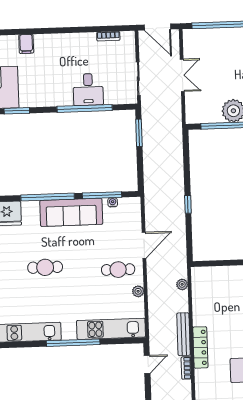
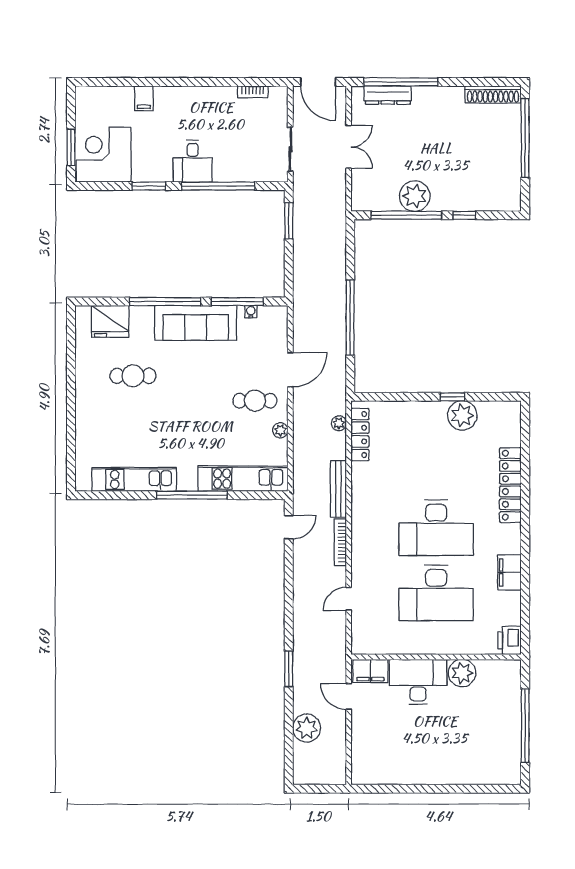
dresser: (210, 35) -> (388, 95), added
desk: (88, 89) -> (193, 161), moved
window: (17, 111) -> (149, 186), moved
window: (188, 204) -> (350, 318), width x3.17
cafe table: (45, 267) -> (133, 376), moved
locker: (200, 347) -> (360, 435), moved
bookcase: (186, 368) -> (340, 542), width x1.56

